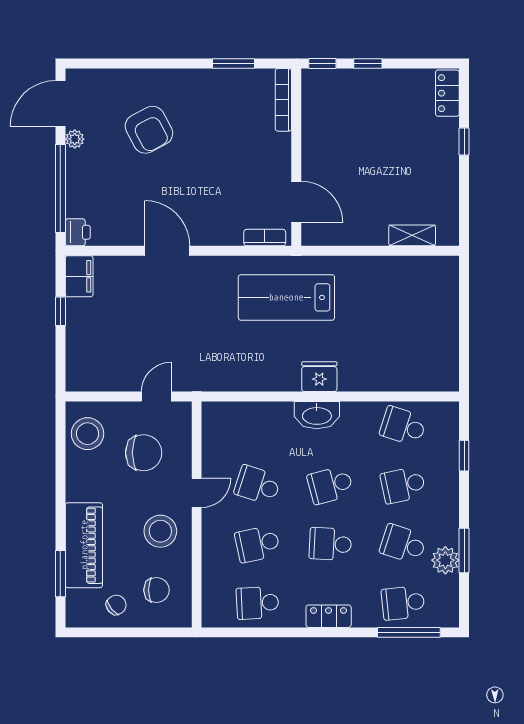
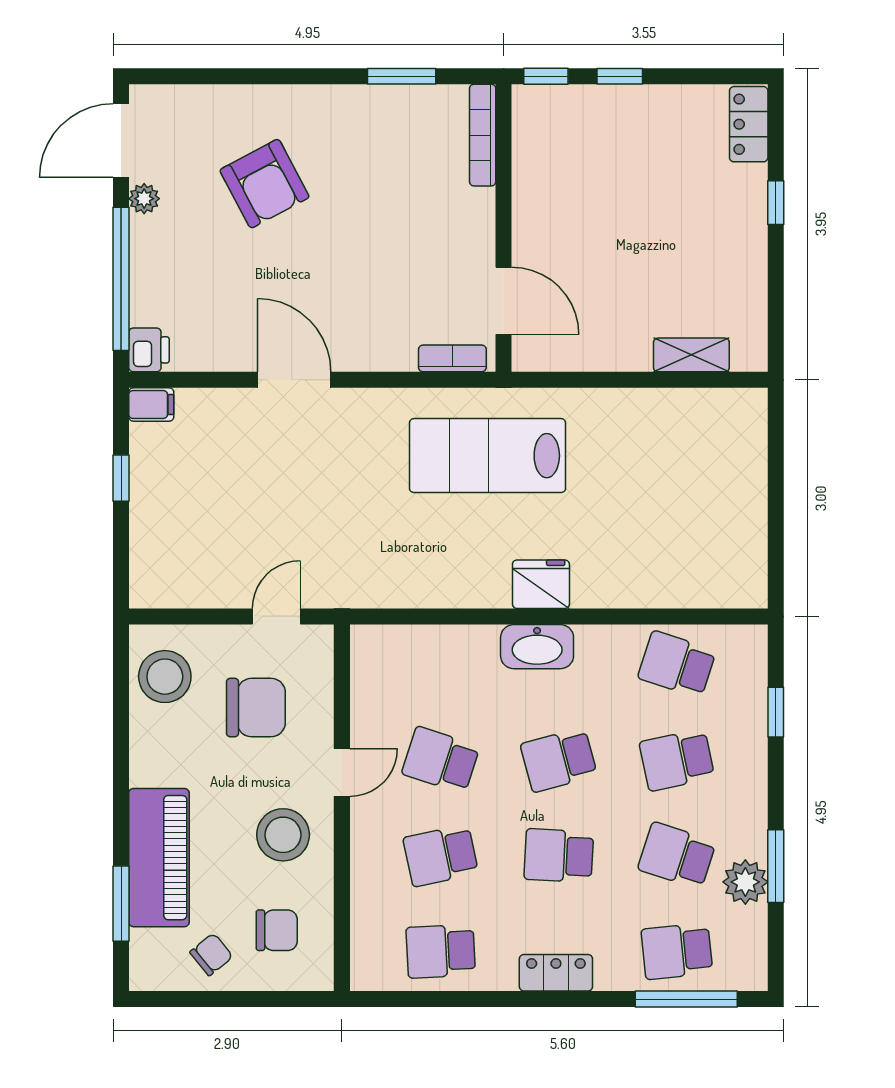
filing cabinet: (79, 276) -> (151, 405), width x0.50

